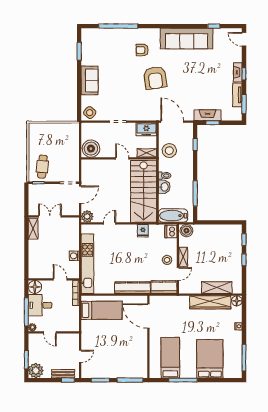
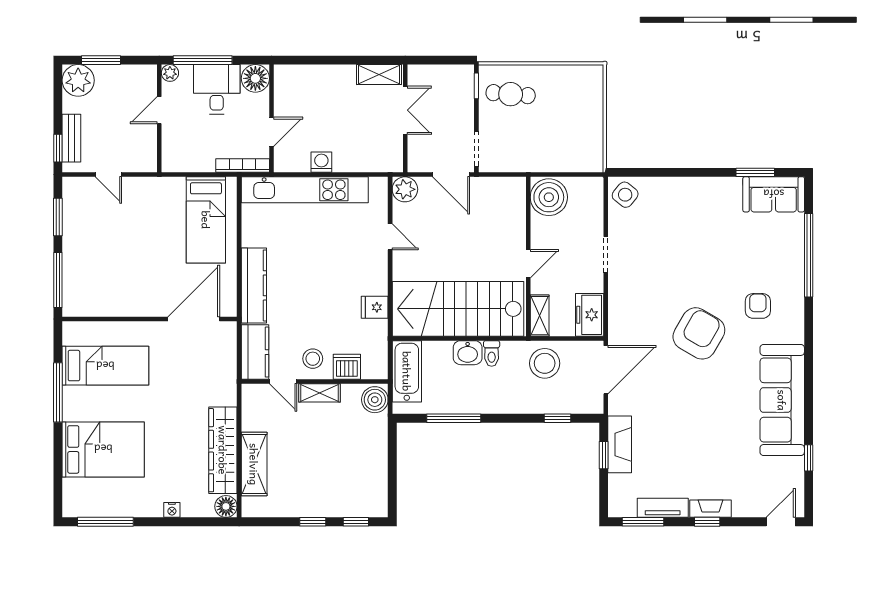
armchair: (155, 78) -> (699, 333), turned 128
sofa: (90, 80) -> (774, 194), moved
dishwasher: (171, 231) -> (347, 367), moved

